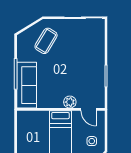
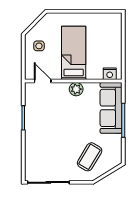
plant: (70, 102) -> (76, 89), moved
nightstand: (28, 116) -> (110, 74), added

